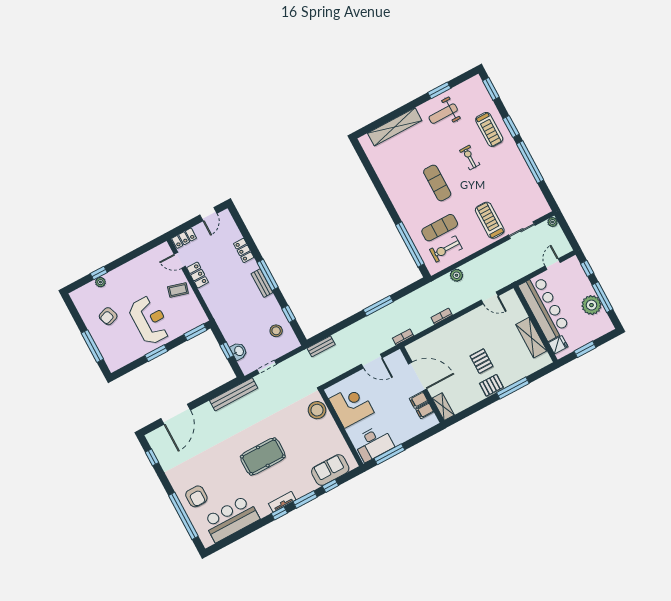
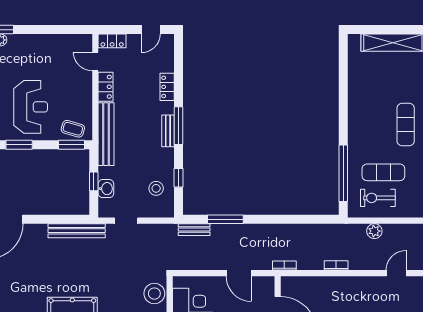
coffee table: (178, 290) -> (73, 129), moved
door: (490, 298) -> (396, 273), swing flipped
window: (378, 306) -> (225, 219), moved
bench: (217, 310) -> (106, 134), added

